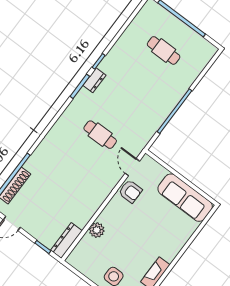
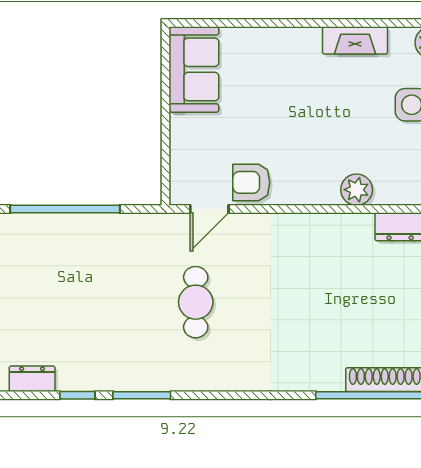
dresser: (94, 80) -> (32, 379), moved
armchair: (130, 191) -> (251, 182), turned -90
sofa: (185, 198) -> (194, 69), width x0.73

